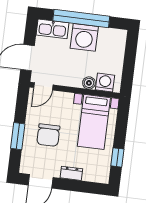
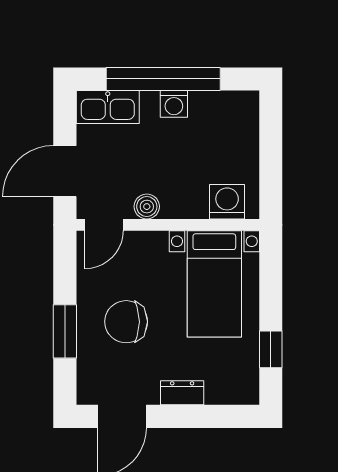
washing machine: (84, 37) -> (174, 104), width x0.53, depth x0.53
boiler: (89, 83) -> (147, 207), moved
chair: (48, 135) -> (126, 322), turned 90

